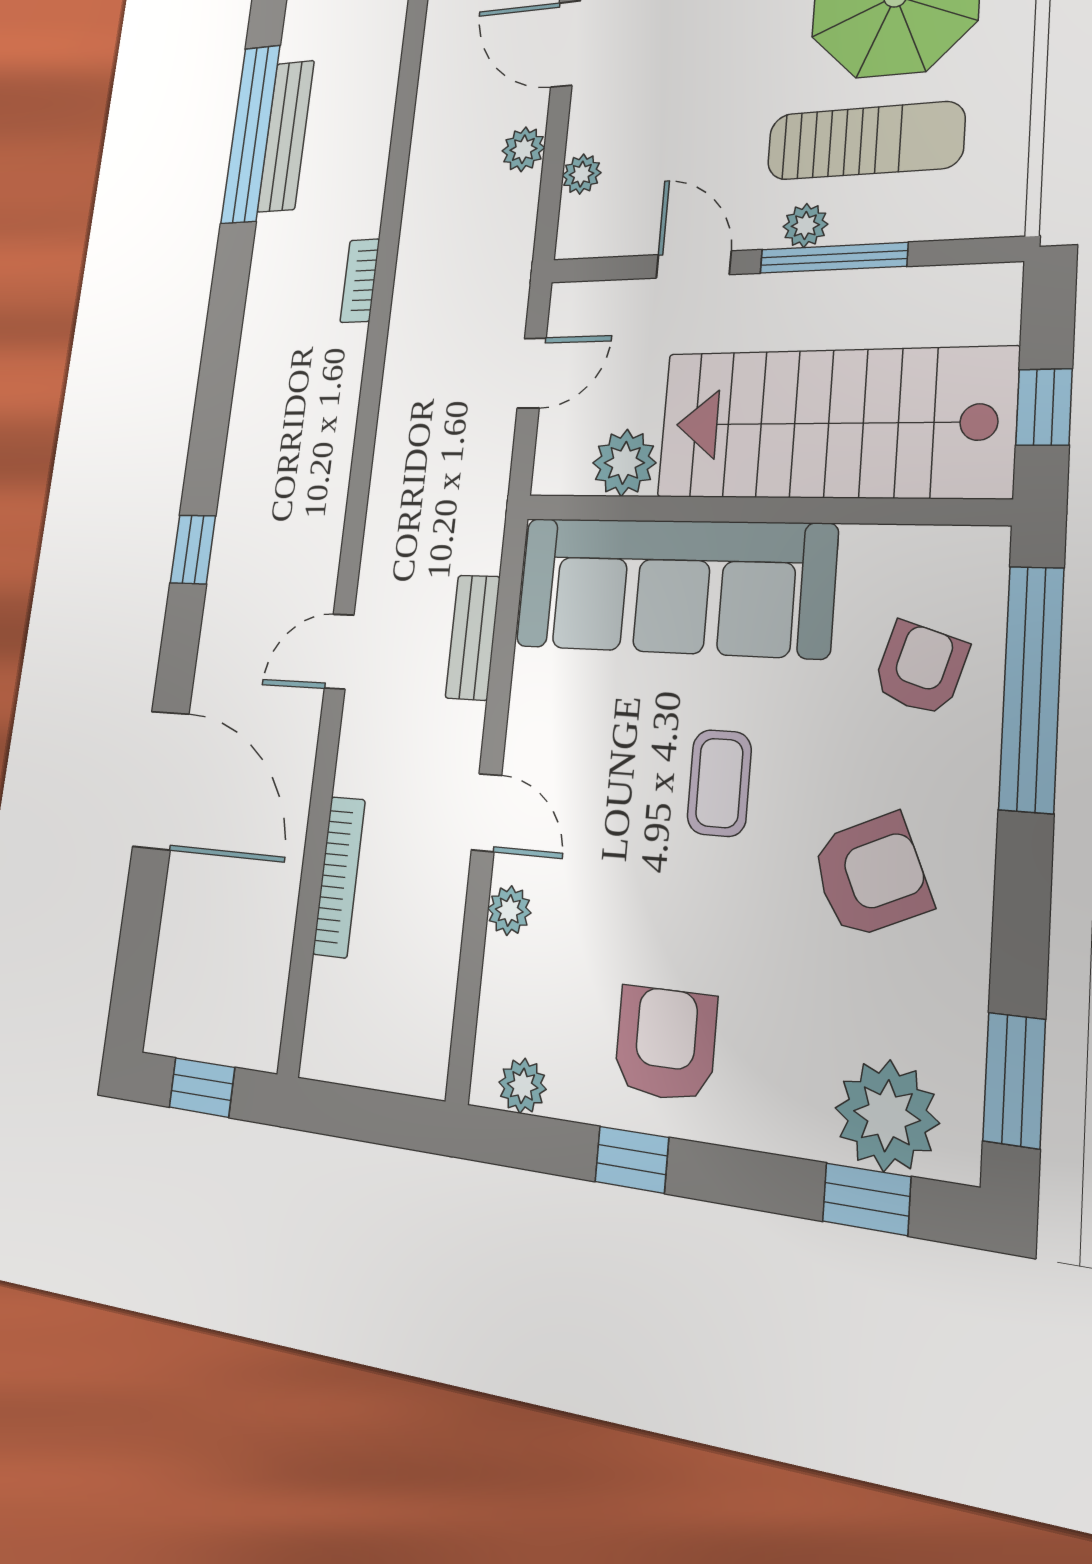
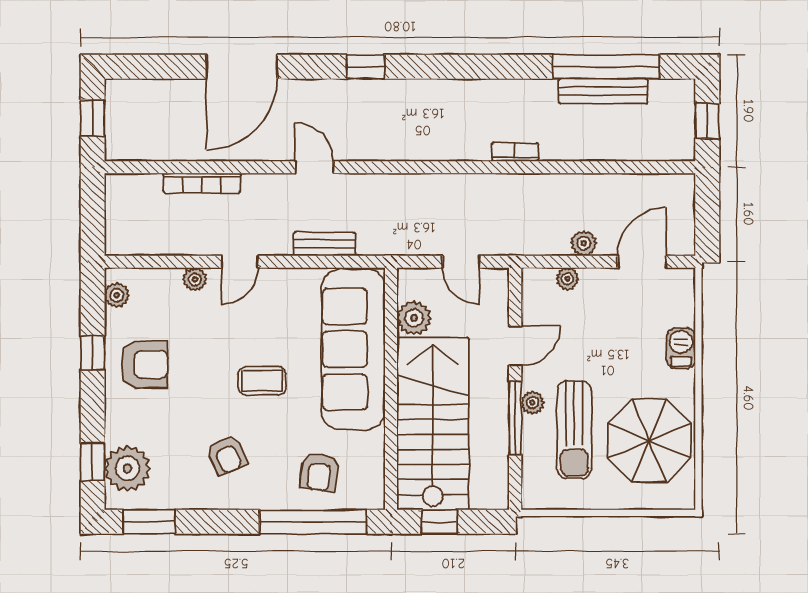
armchair: (920, 668) -> (319, 472), turned 80
armchair: (871, 876) -> (227, 455), width x0.72, depth x0.72

